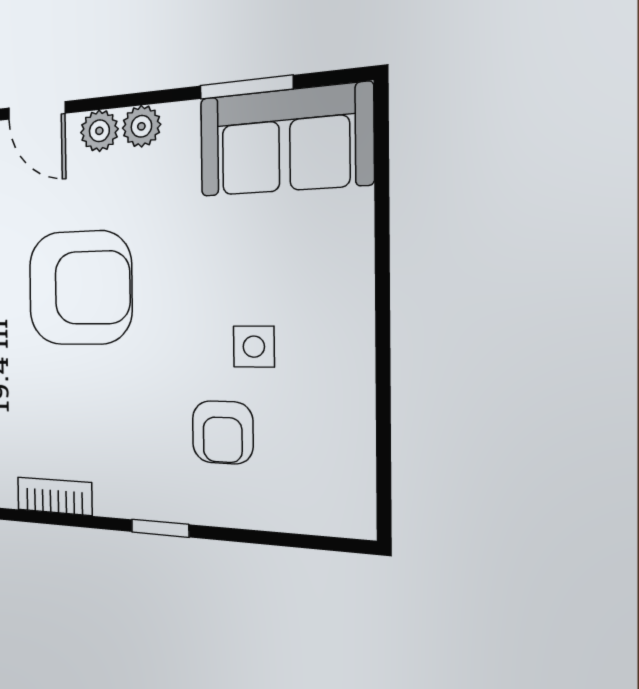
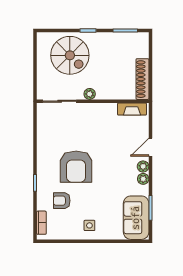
armchair: (80, 288) -> (76, 167), moved
side table: (254, 347) -> (89, 225), moved
bookcase: (54, 496) -> (41, 223), moved

